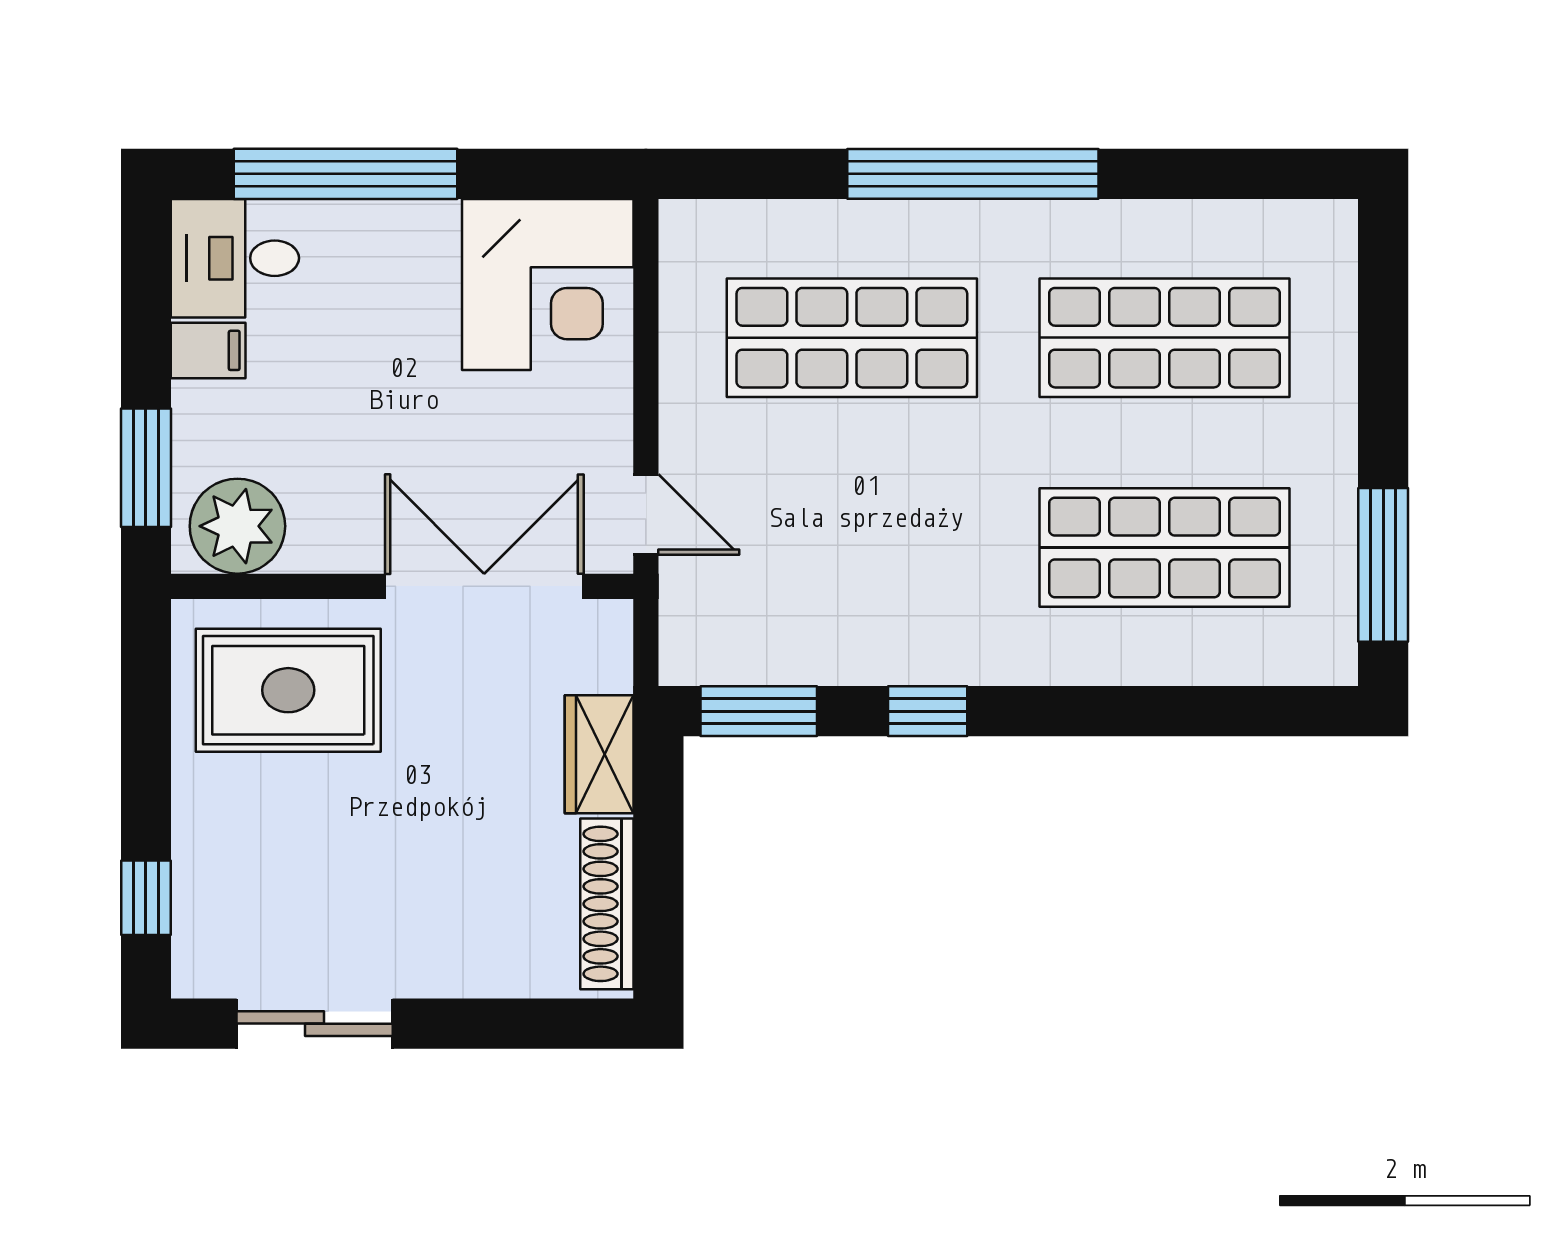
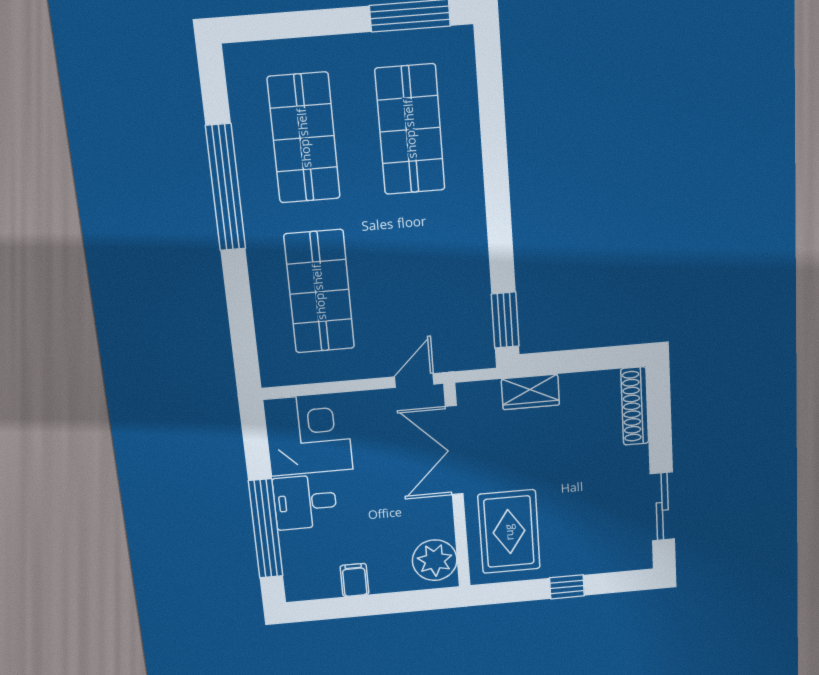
window: (973, 174) -> (226, 187), moved
desk: (235, 258) -> (305, 502), moved, turned 90
window: (146, 468) -> (411, 601), removed
window: (928, 711) -> (500, 240), removed
window: (146, 898) -> (567, 587), moved
shoe rack: (607, 904) -> (635, 406), moved, turned 90

